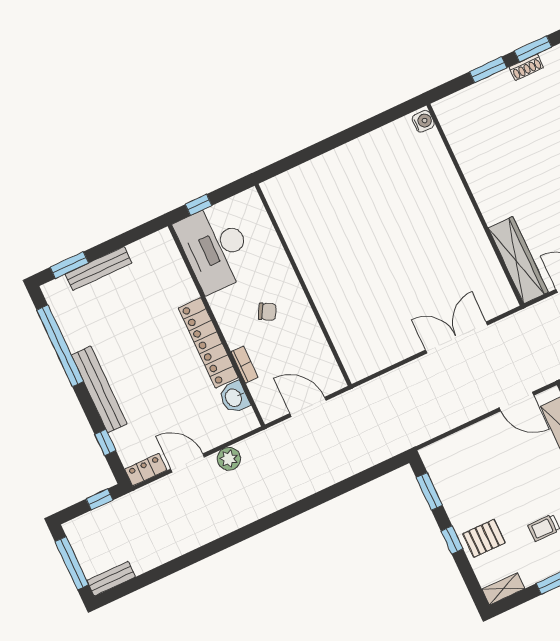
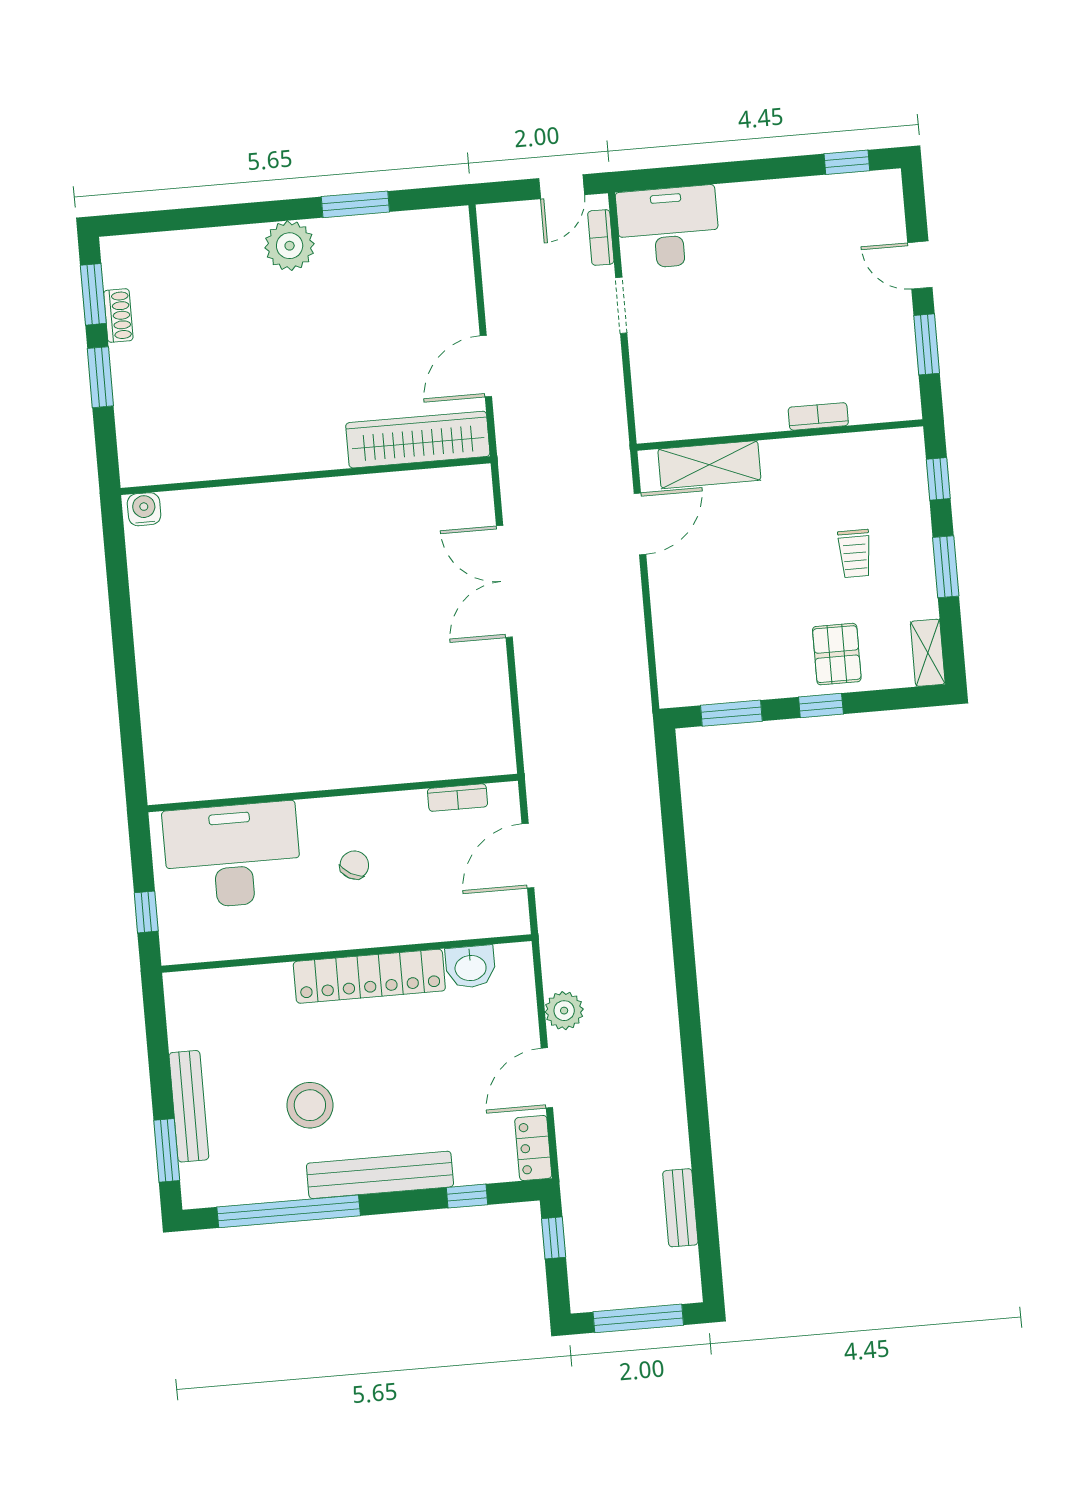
desk: (215, 248) -> (232, 855), moved, turned 180
stool: (124, 336) -> (310, 1105), added
bookcase: (245, 365) -> (457, 798), moved, turned 180
bench: (111, 579) -> (680, 1208), moved

